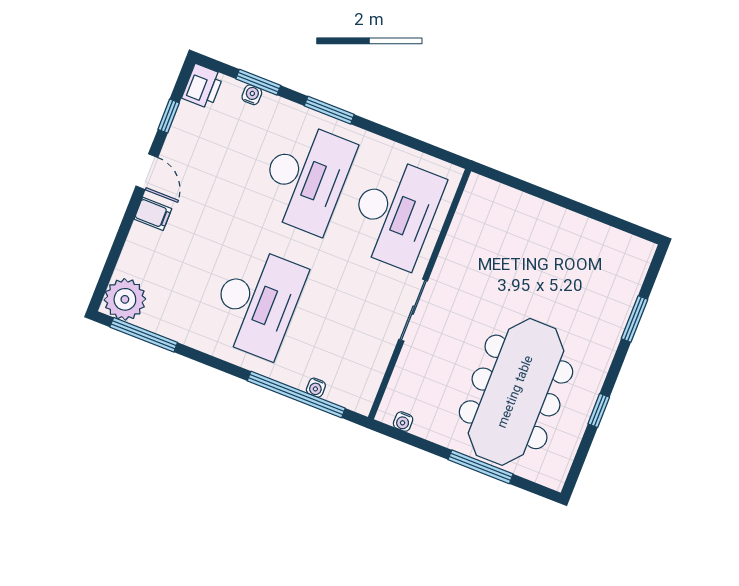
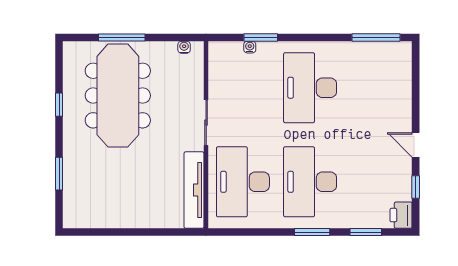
water cooler: (252, 95) -> (367, 222), removed
filing cabinet: (153, 214) -> (401, 119), removed
tv unit: (464, 227) -> (194, 190), added
plant: (125, 299) -> (397, 56), removed
window: (296, 395) -> (261, 37), width x0.47

